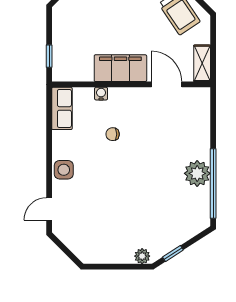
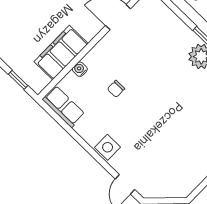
filing cabinet: (120, 68) -> (61, 53), moved

